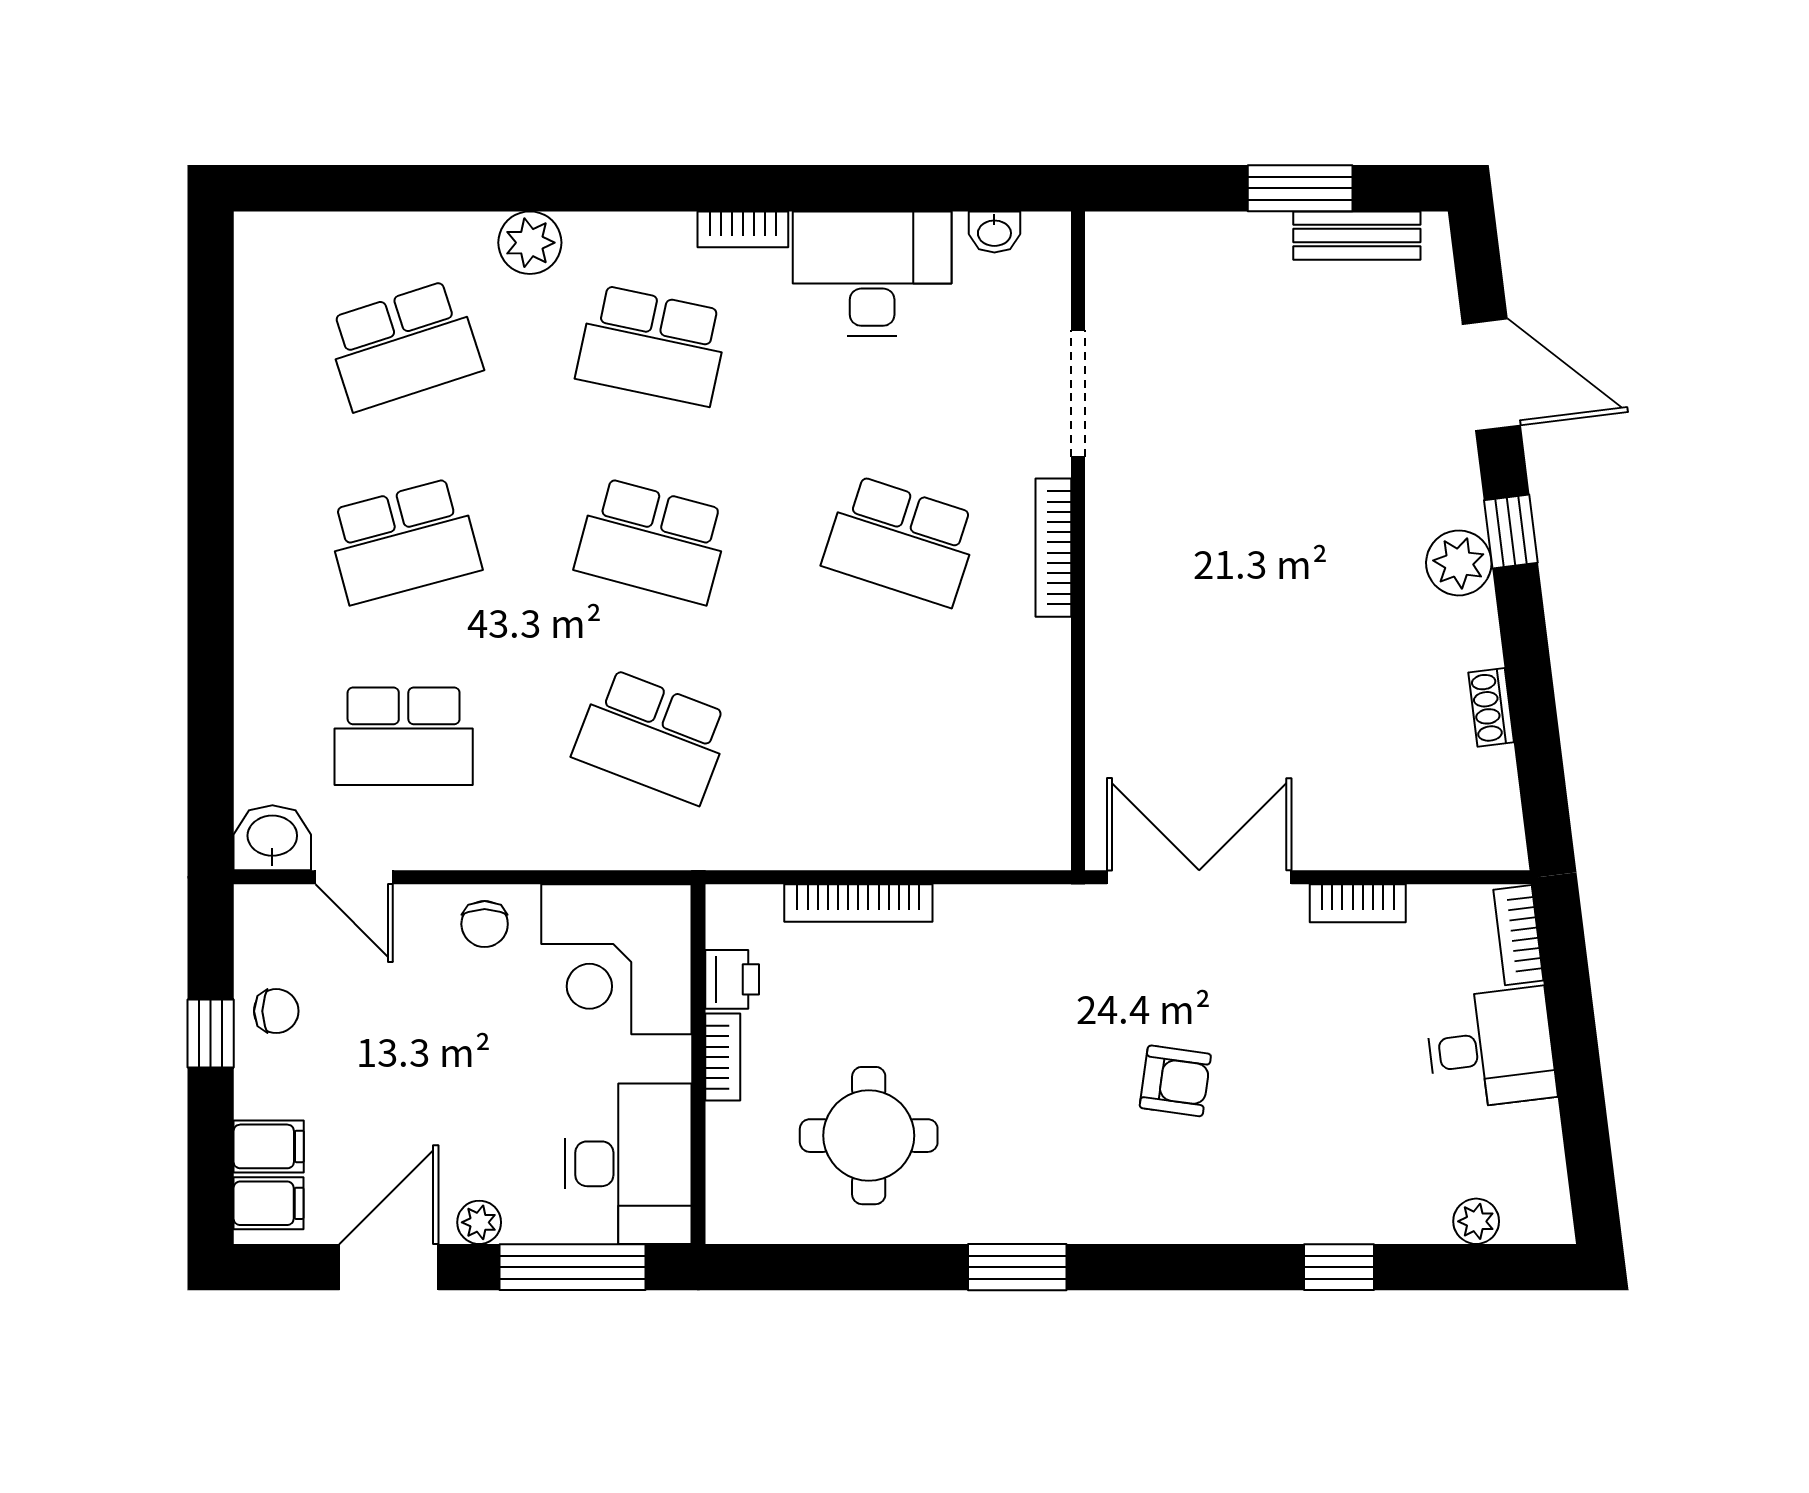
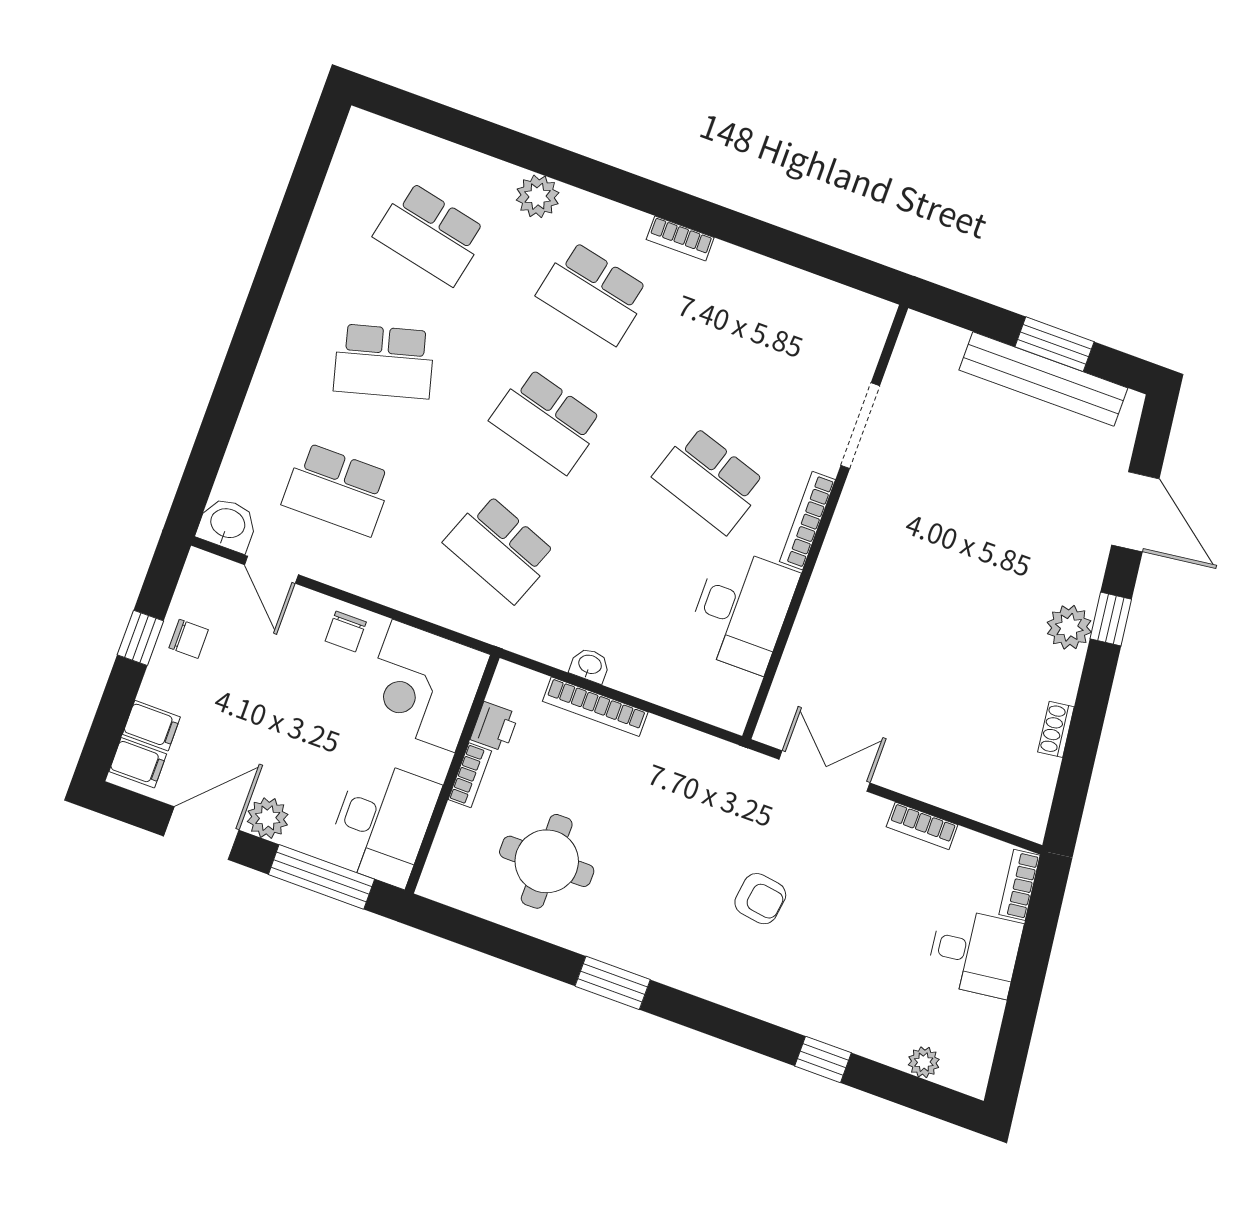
washbasin: (994, 232) -> (590, 665), moved, turned 180
bench: (1357, 236) -> (1043, 379), width x1.86, depth x1.21
desk: (872, 274) -> (742, 610), moved, turned 90
school desk: (404, 345) -> (430, 233), turned 30
double door: (1199, 877) -> (824, 771), width x0.73
plant: (479, 1222) -> (268, 818), width x1.38, depth x1.38

